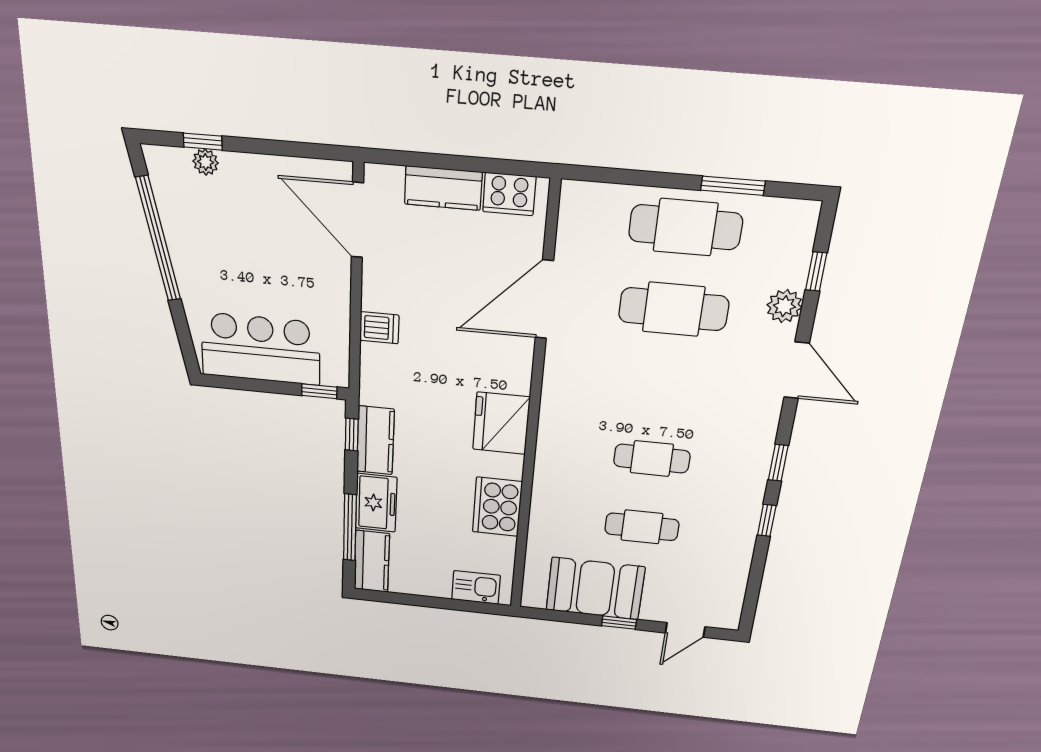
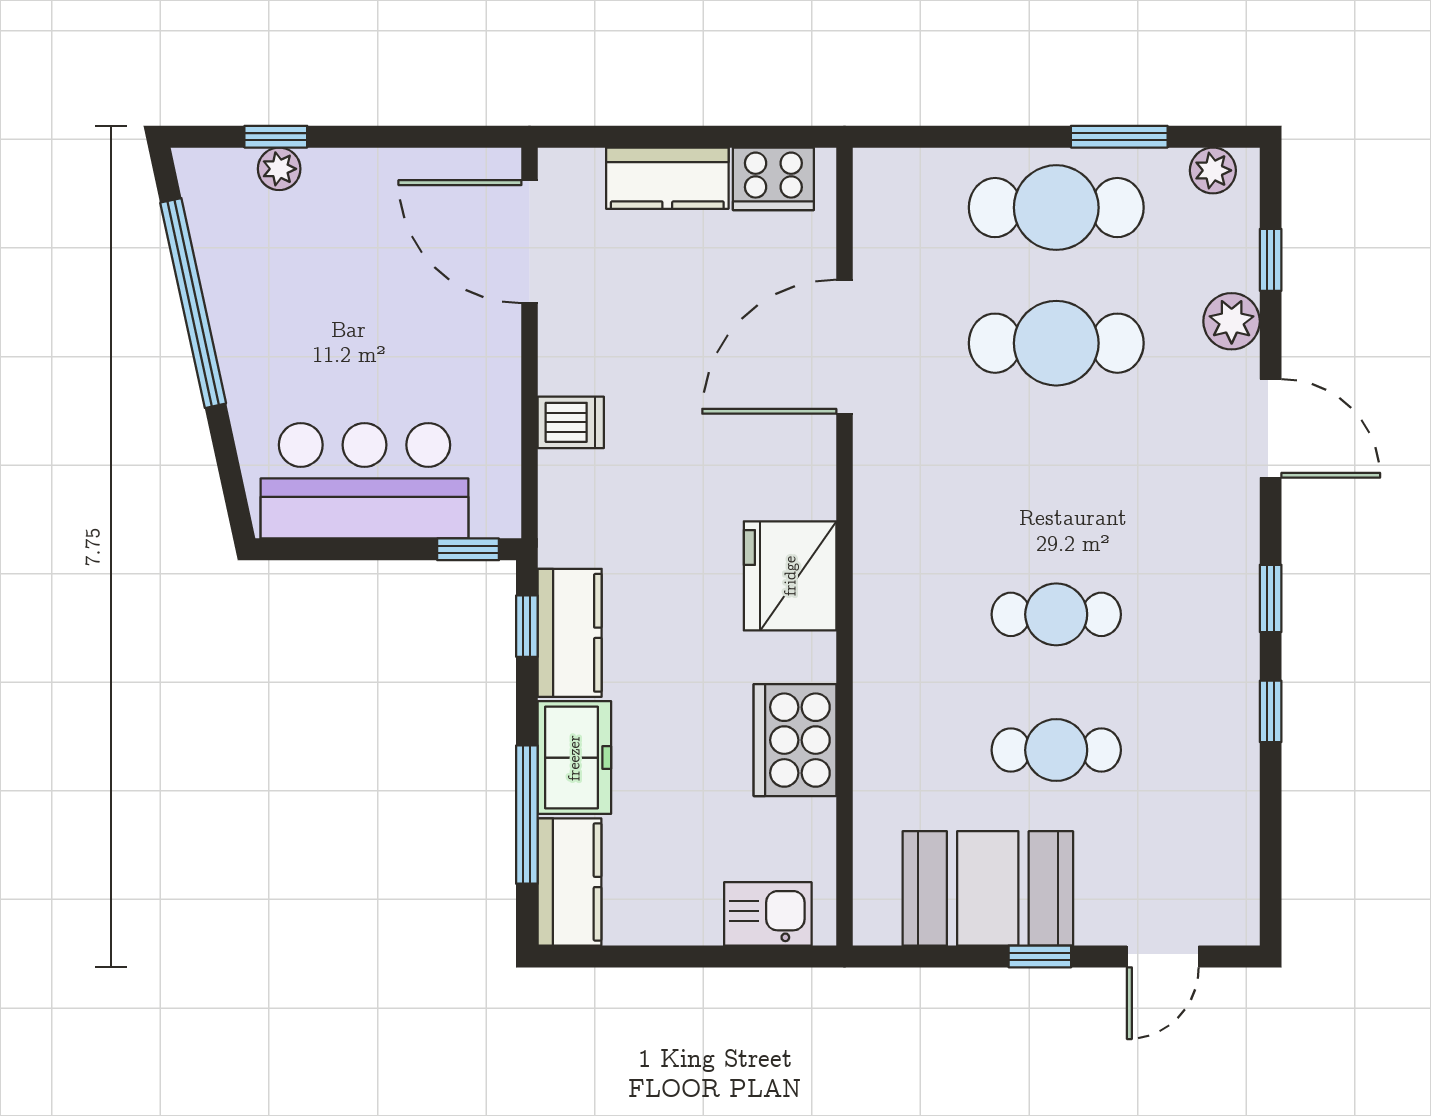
plant: (790, 212) -> (1213, 170), added

